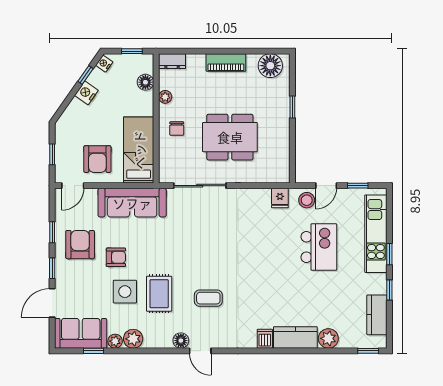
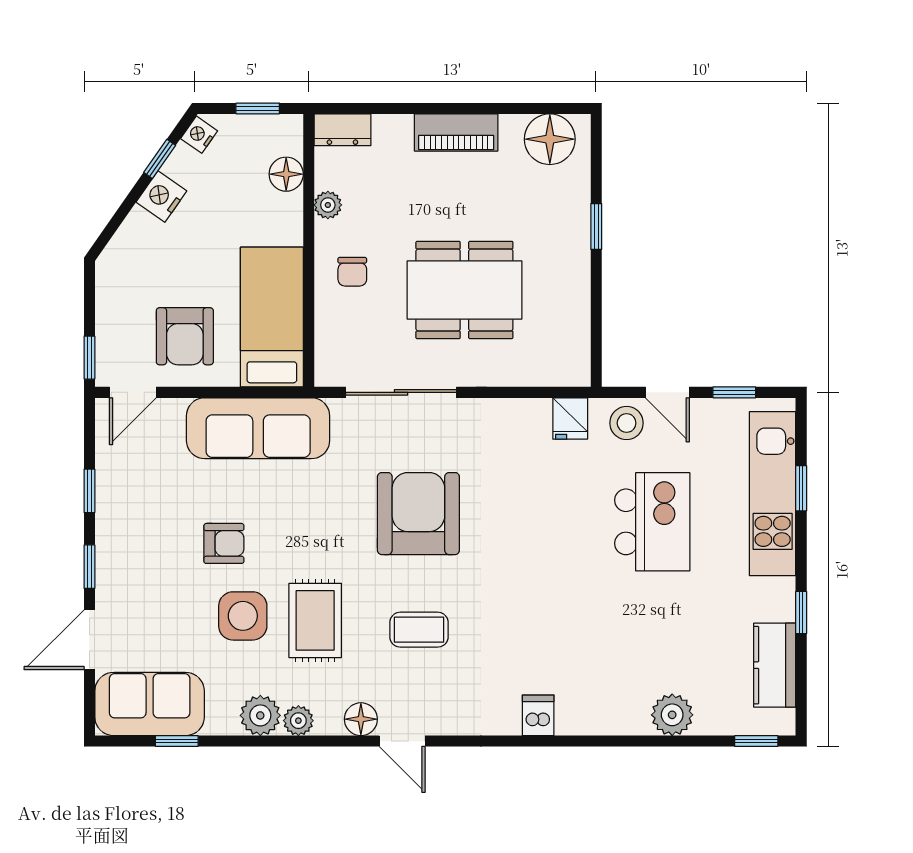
window: (52, 154) -> (89, 358), moved
door: (326, 186) -> (667, 392), hinge flipped
armchair: (80, 245) -> (418, 514), moved, width x1.36, depth x1.36
window: (389, 254) -> (801, 488), moved
kitchen counter: (295, 337) -> (603, 713), removed
plant: (115, 341) -> (298, 721), moved

